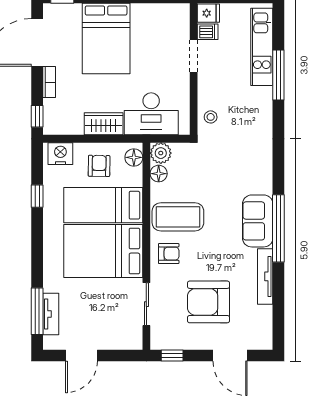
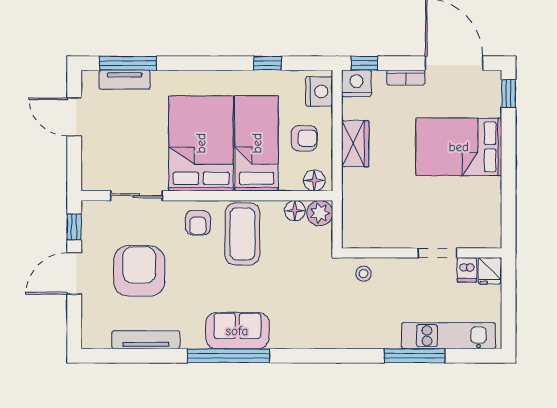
desk: (151, 114) -> (367, 201), removed
nightstand: (54, 123) -> (357, 83), added
tv unit: (265, 276) -> (146, 340), moved
door: (230, 356) -> (74, 274), moved

